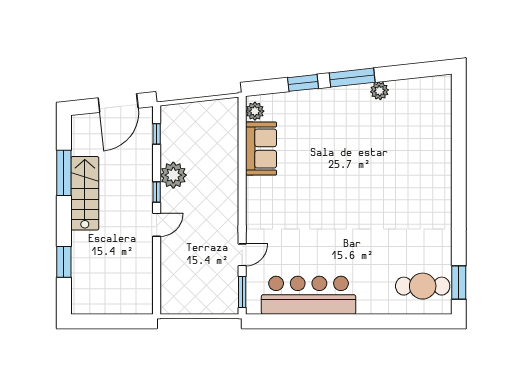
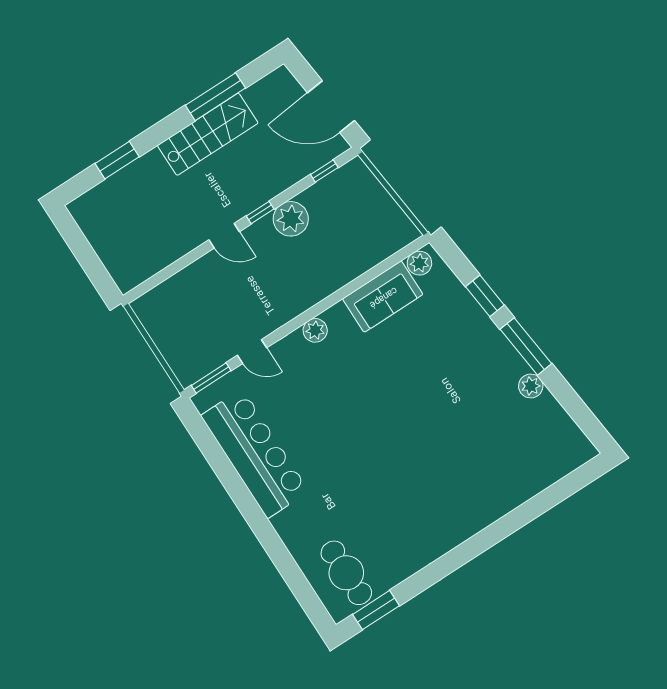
plant: (255, 206) -> (315, 330), added

